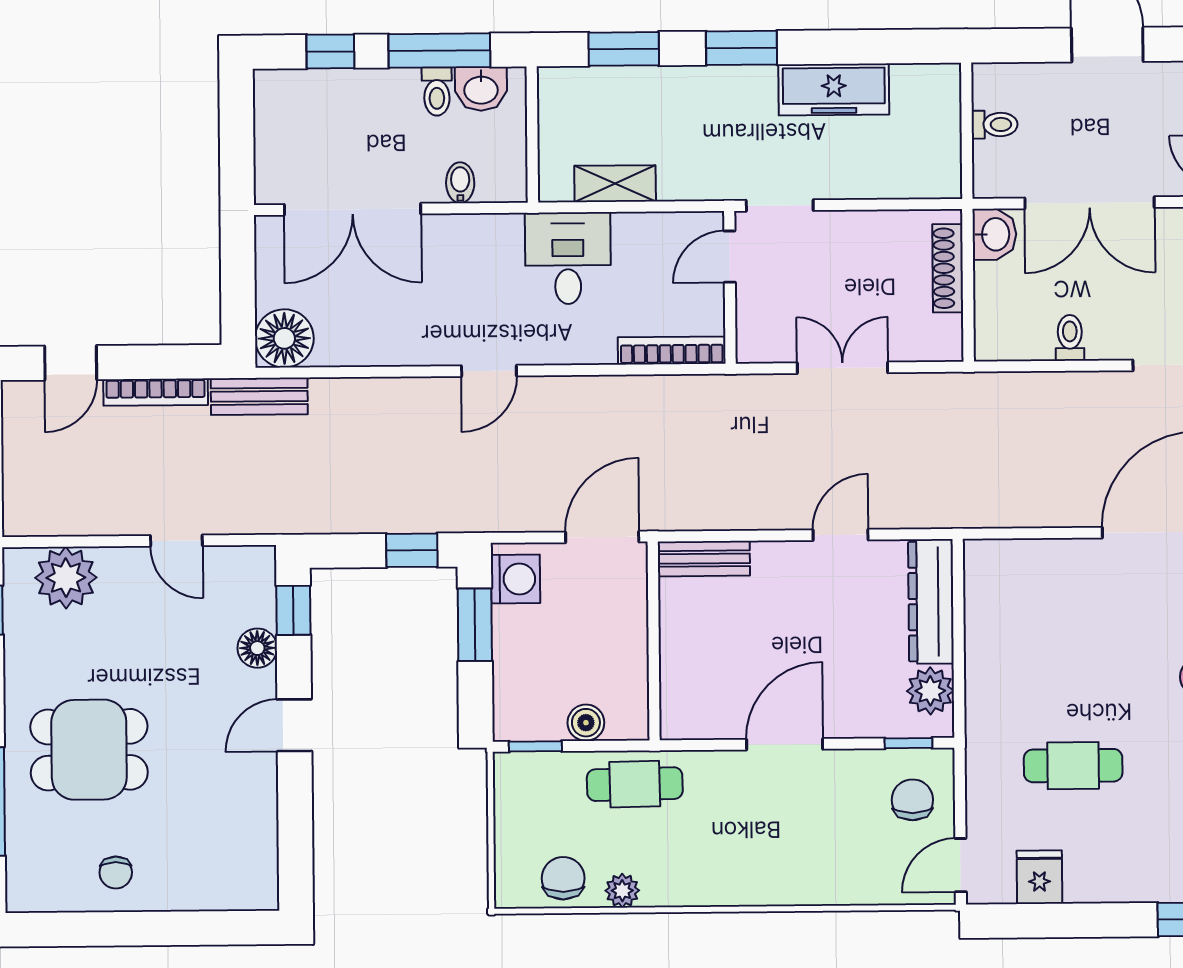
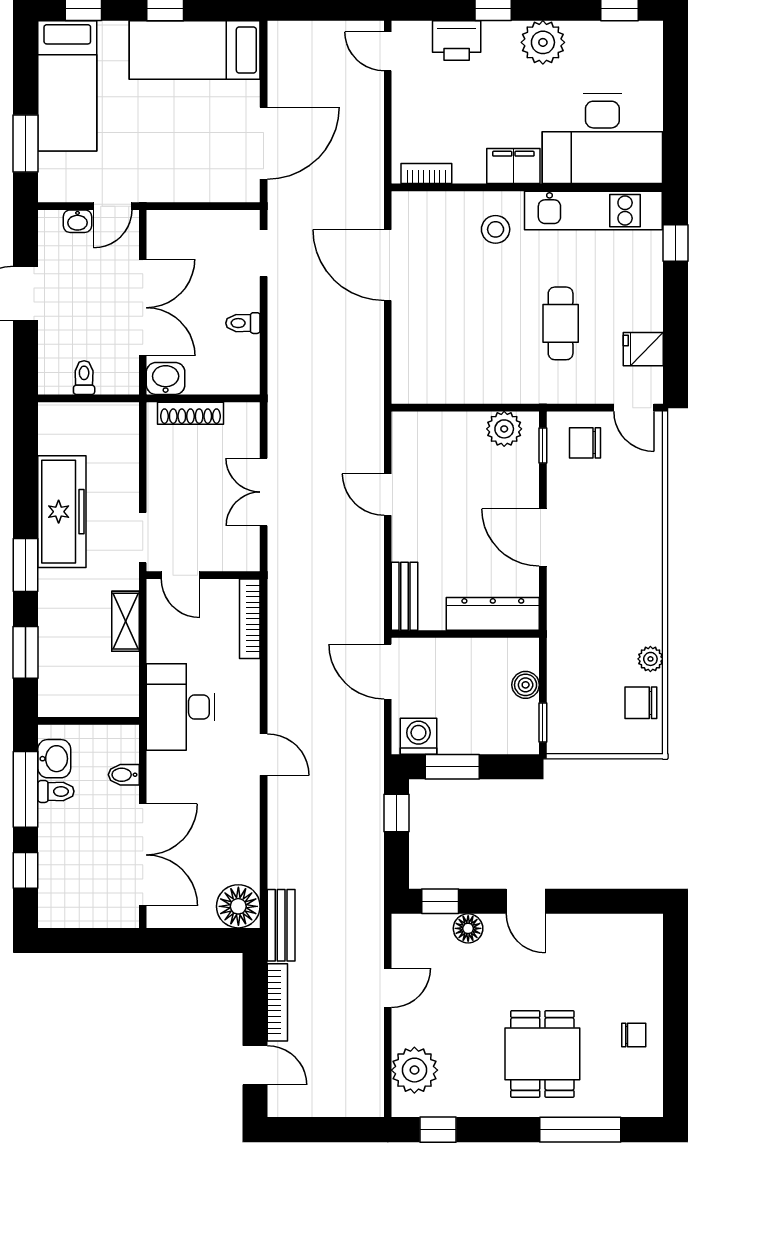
freezer: (834, 89) -> (62, 512), width x1.36, depth x1.26
shelving: (615, 184) -> (125, 621), moved
desk: (568, 258) -> (181, 707), width x1.37
dresser: (931, 601) -> (493, 614), moved, turned 180
cafe table: (635, 784) -> (571, 649), removed

